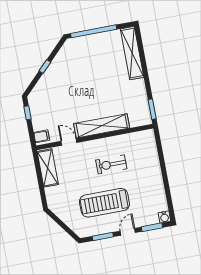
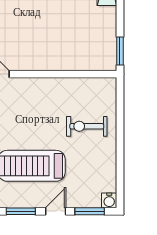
shelving: (102, 126) -> (47, 61), removed
exercise bike: (111, 164) -> (87, 126), moved

